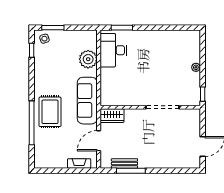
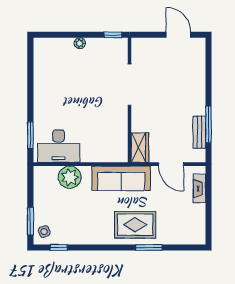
window: (32, 123) -> (149, 247), width x0.47

